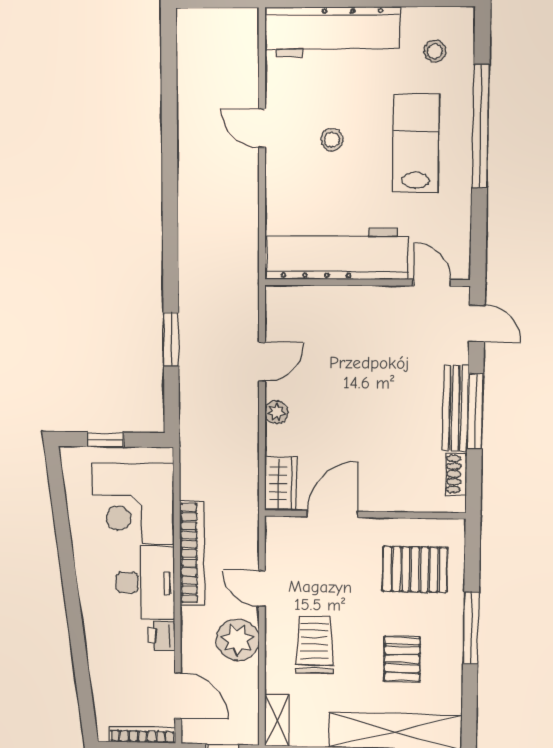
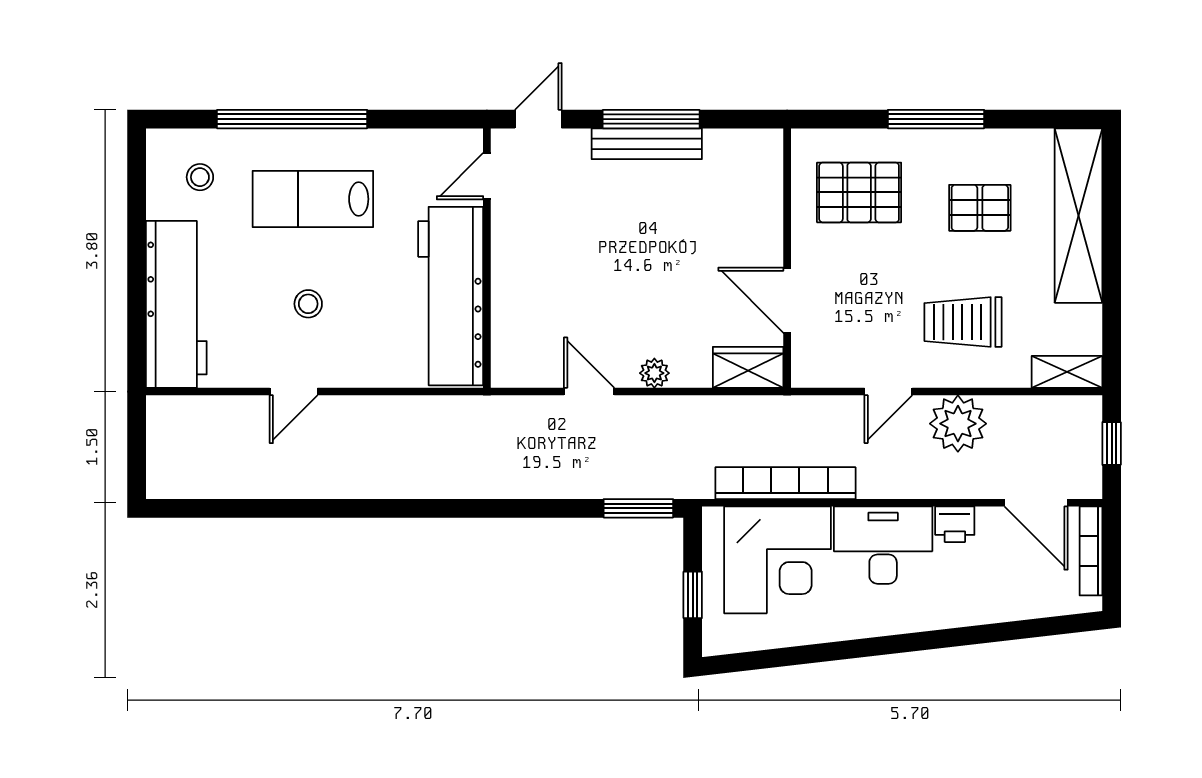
window: (171, 339) -> (638, 508), moved
shoe rack: (456, 474) -> (732, 142), removed
bookcase: (192, 553) -> (785, 483), moved
pallet: (415, 569) -> (859, 192), turned 90
door: (178, 695) -> (1036, 503), swing flipped

